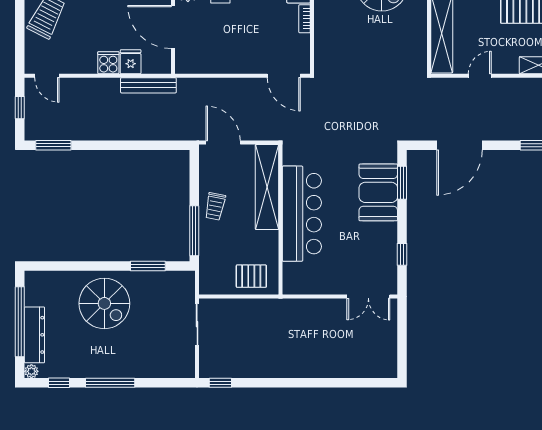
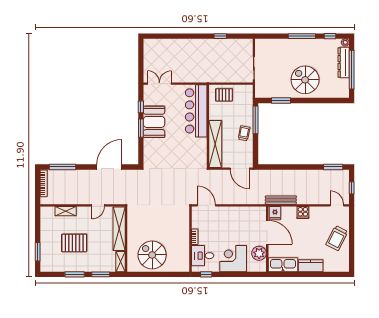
fridge: (131, 62) -> (275, 213), moved
window: (402, 183) -> (141, 128), moved
booth: (378, 192) -> (154, 122), moved
bar counter: (302, 214) -> (196, 111), moved
window: (220, 383) -> (220, 36), moved

